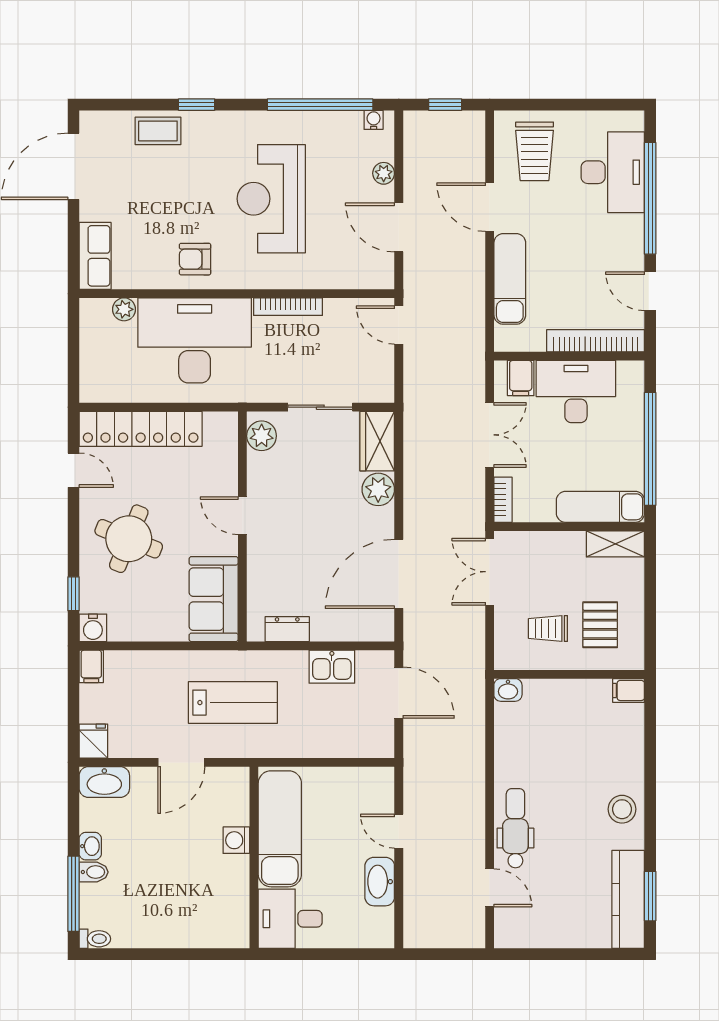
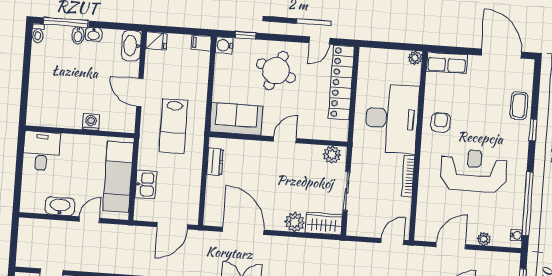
plant: (124, 309) -> (415, 58), moved
kitchen sink: (332, 667) -> (146, 184), moved, turned 180
exam couch: (280, 829) -> (118, 177), moved, turned 90

